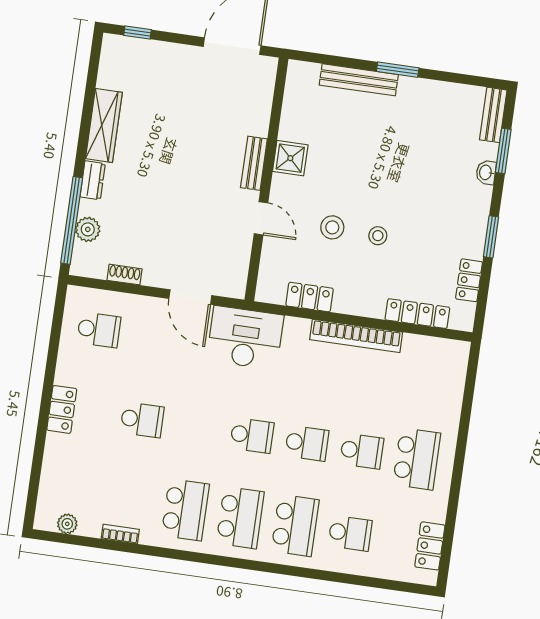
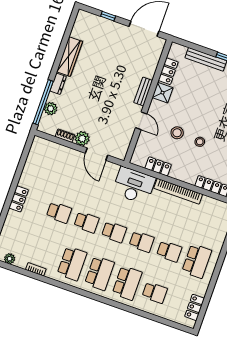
window: (138, 33) -> (108, 16), moved
locker: (293, 116) -> (168, 71), added
plant: (158, 273) -> (82, 139), added
school desk: (99, 330) -> (86, 222), moved
desk: (245, 338) -> (134, 185), moved

